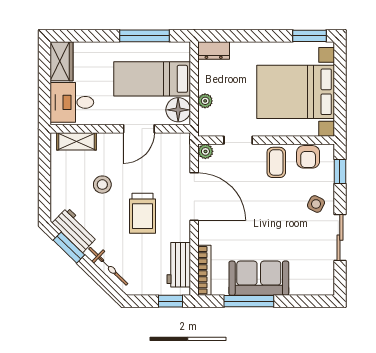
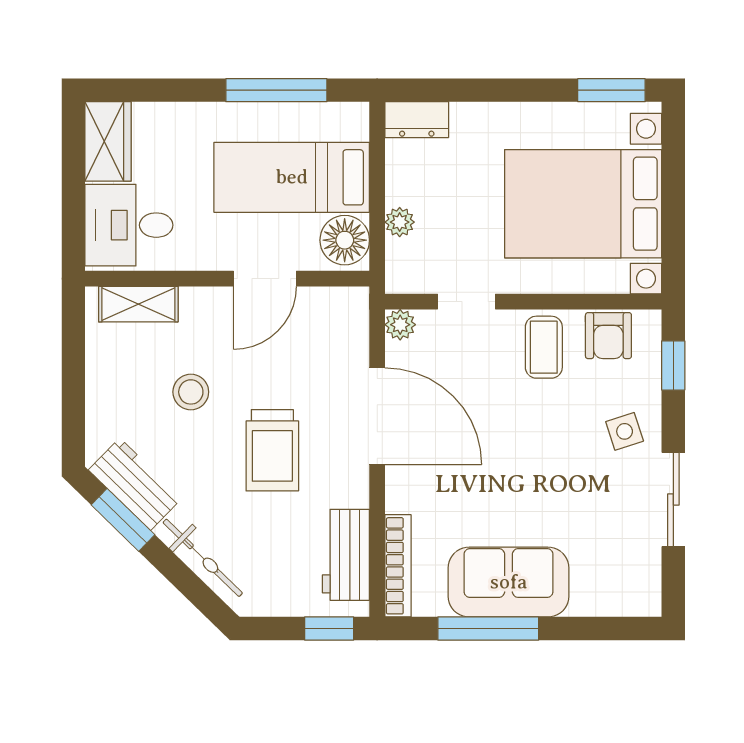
side table: (316, 204) -> (625, 431), turned 45

